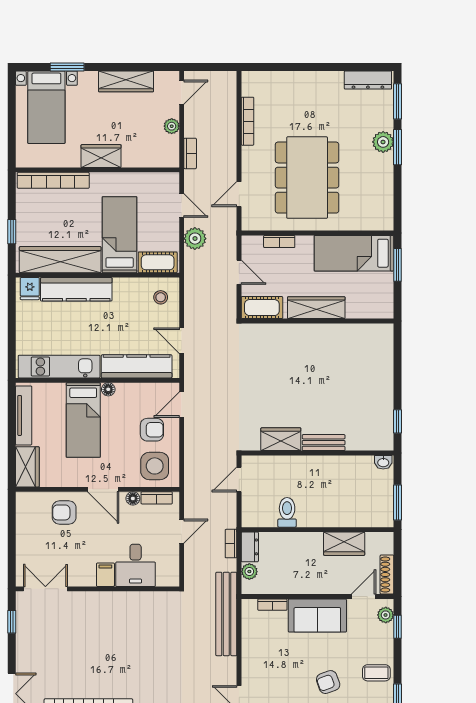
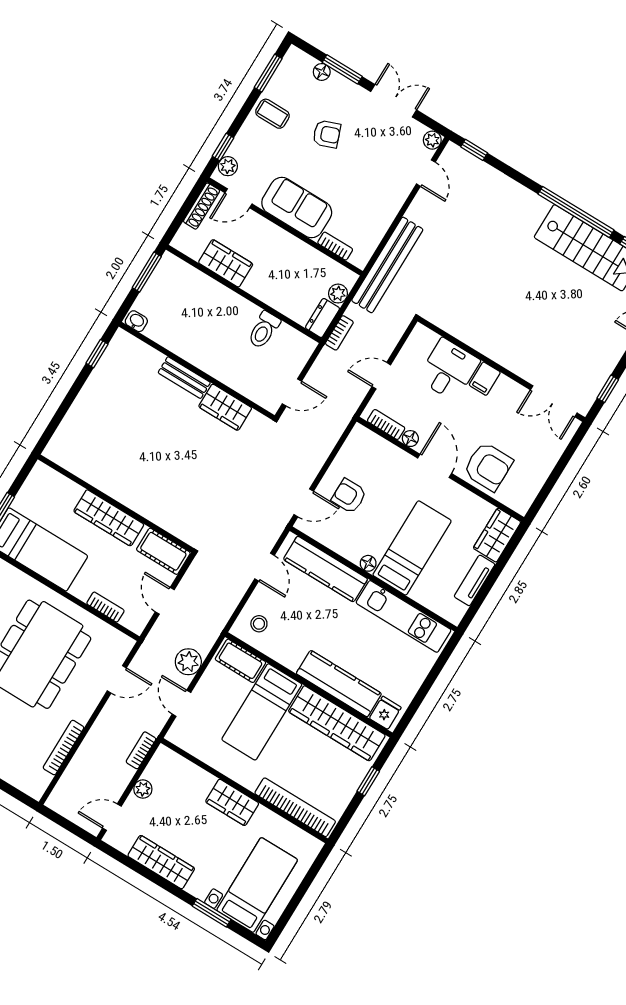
tv unit: (24, 415) -> (475, 580), width x0.71
side table: (155, 466) -> (368, 458), removed
armchair: (64, 512) -> (488, 467), width x1.38, depth x1.38

